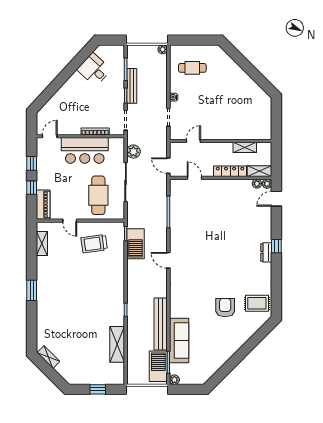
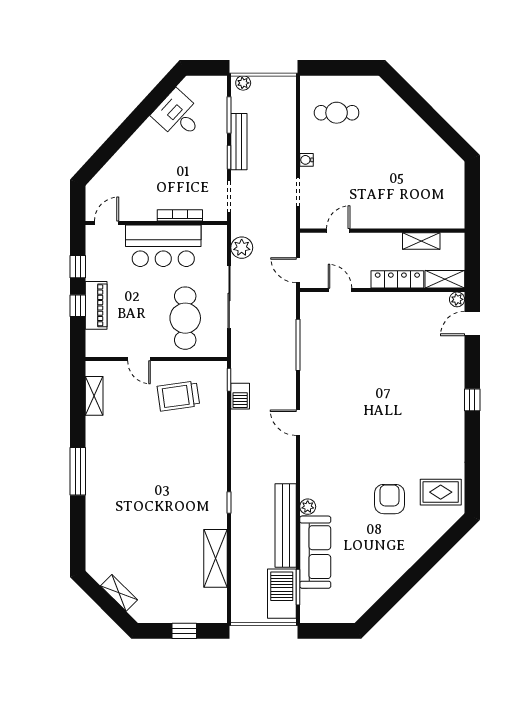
plant: (163, 49) -> (243, 83), moved
plant: (257, 184) -> (441, 299), removed
piano: (43, 205) -> (96, 305), moved
barbecue: (135, 244) -> (240, 396), width x0.53, depth x0.65
dresser: (266, 252) -> (456, 410), removed
window: (32, 290) -> (78, 471), width x1.44
shelving: (48, 357) -> (119, 593), moved
plant: (174, 380) -> (308, 507), moved

